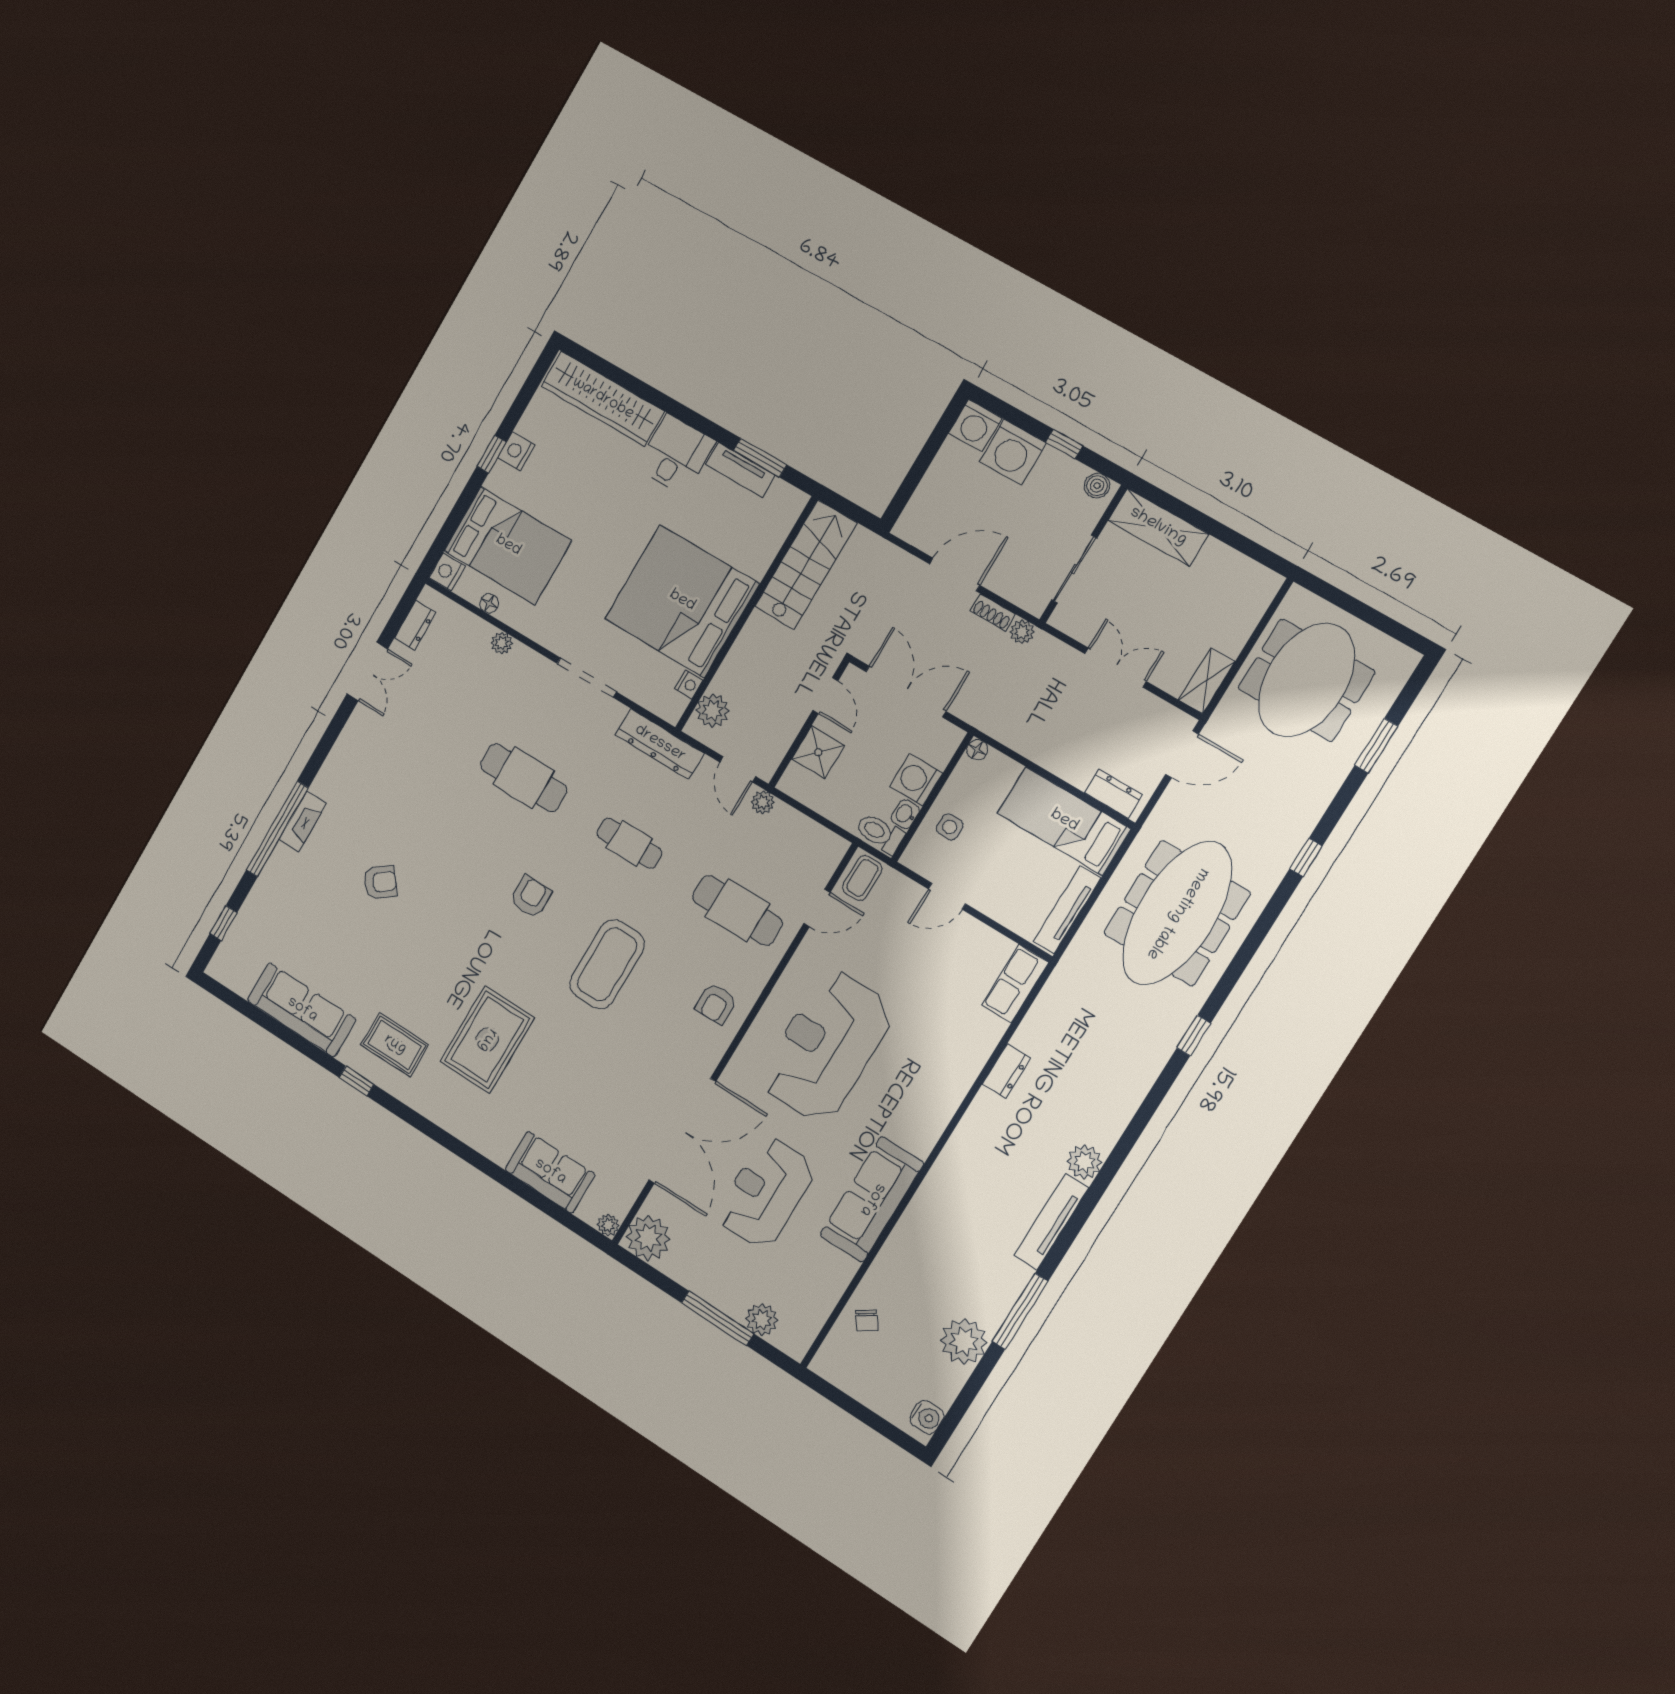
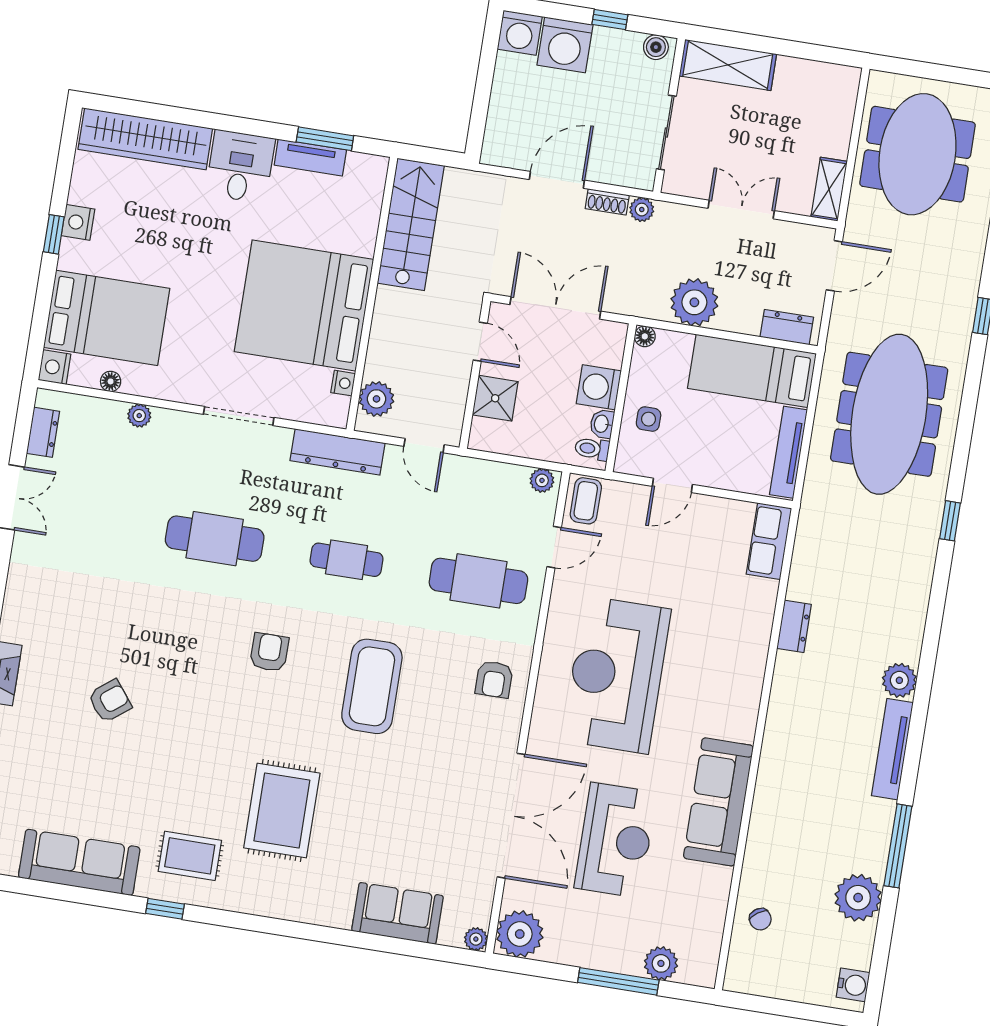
plant: (1036, 737) -> (694, 302), added
plant: (763, 802) -> (542, 480), moved
toilet: (880, 833) -> (592, 449), width x0.73, depth x0.72
reception desk: (766, 1193) -> (615, 840), turned 180

